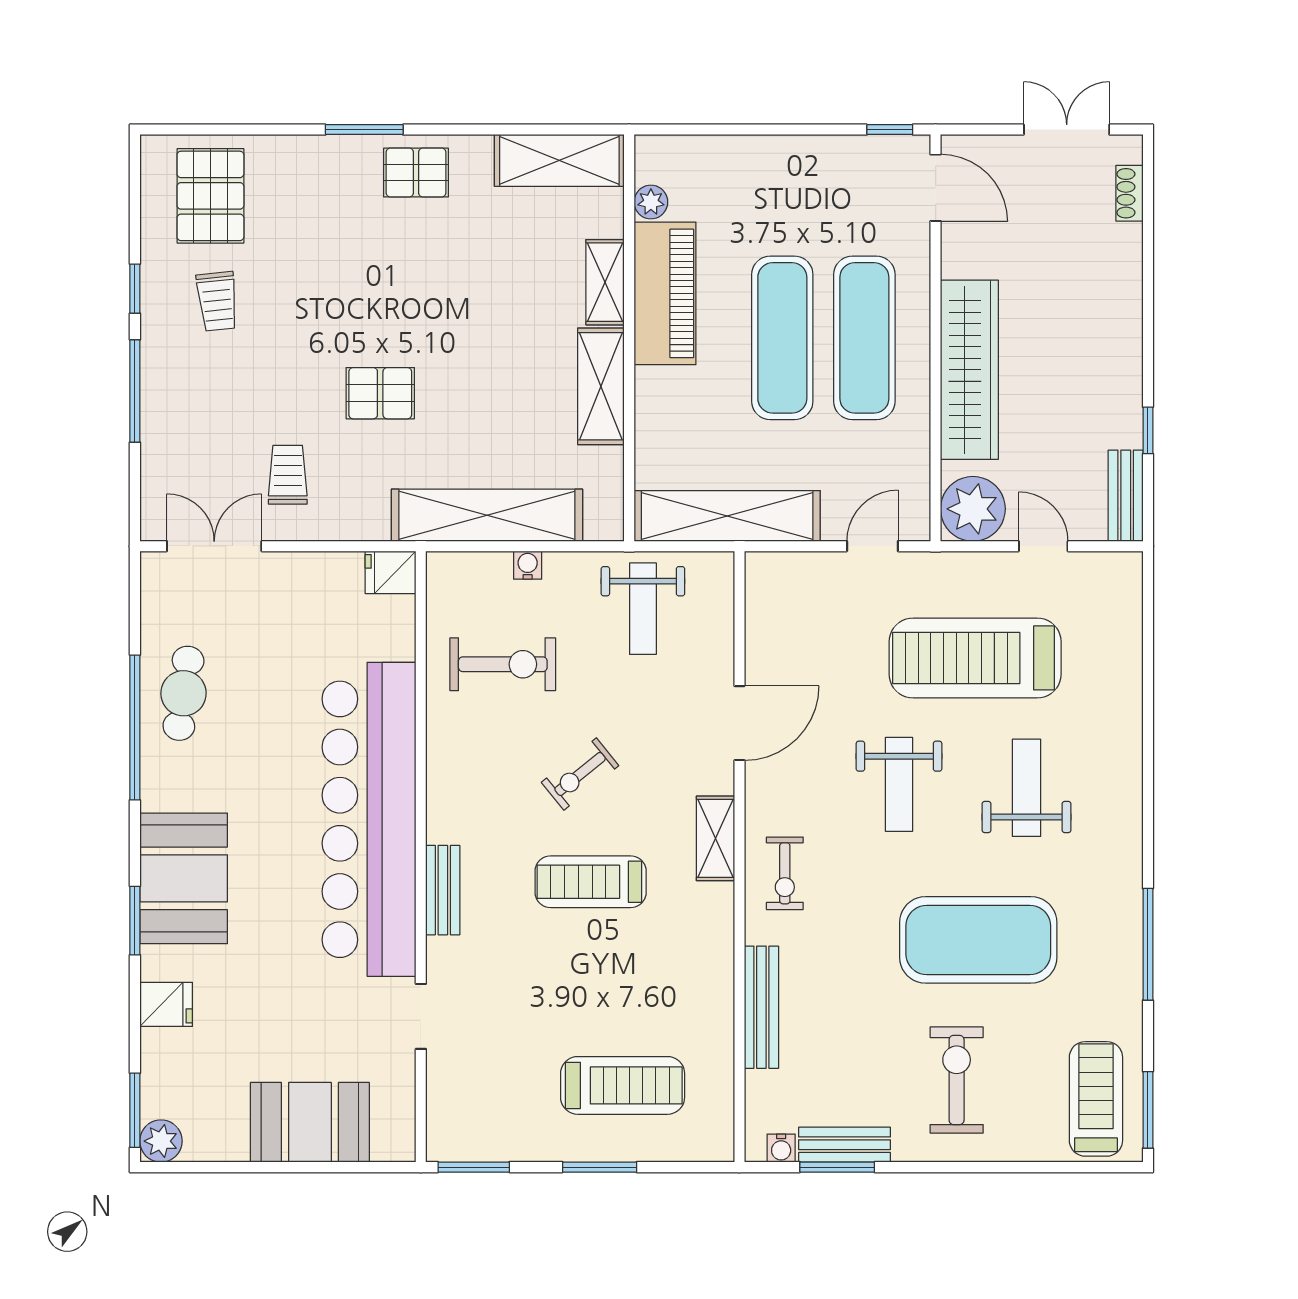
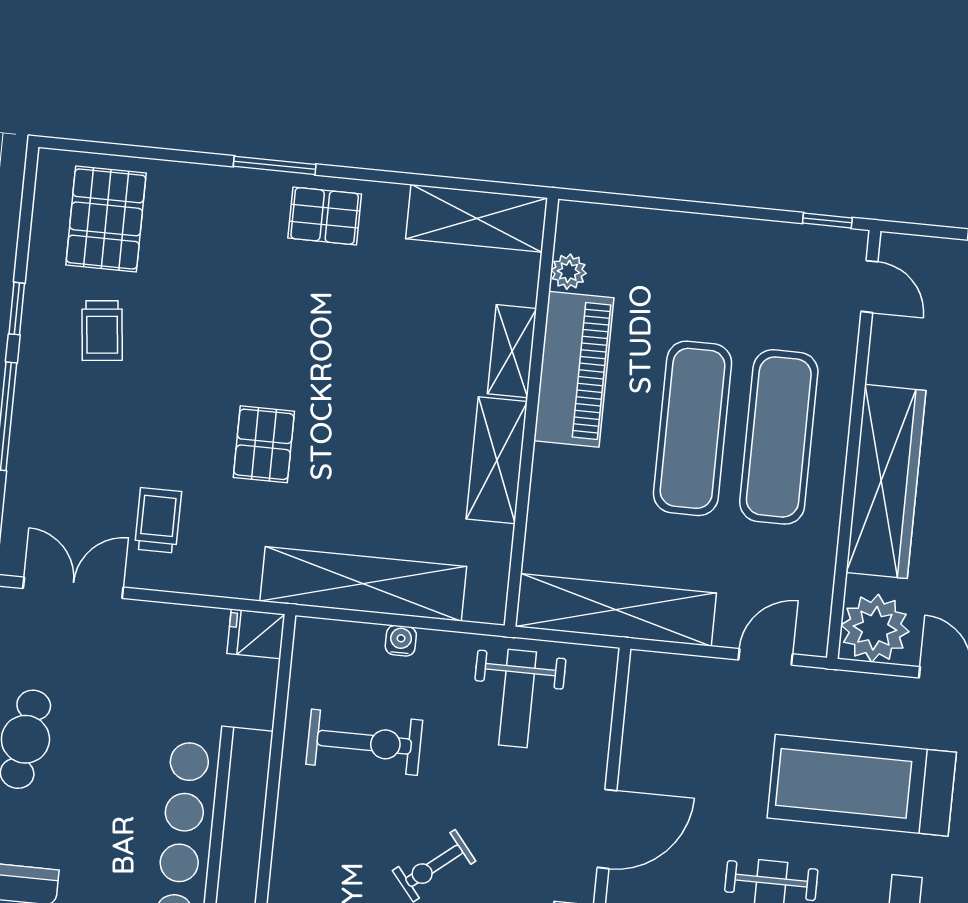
door: (936, 188) -> (869, 287), width x0.73
pallet: (380, 393) -> (264, 444), turned 90

